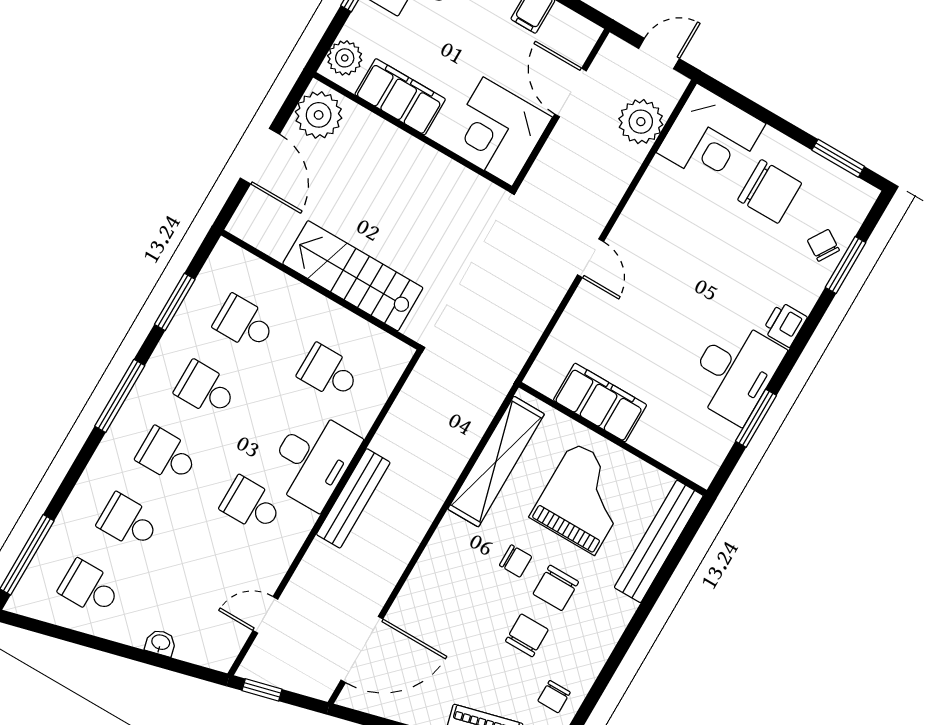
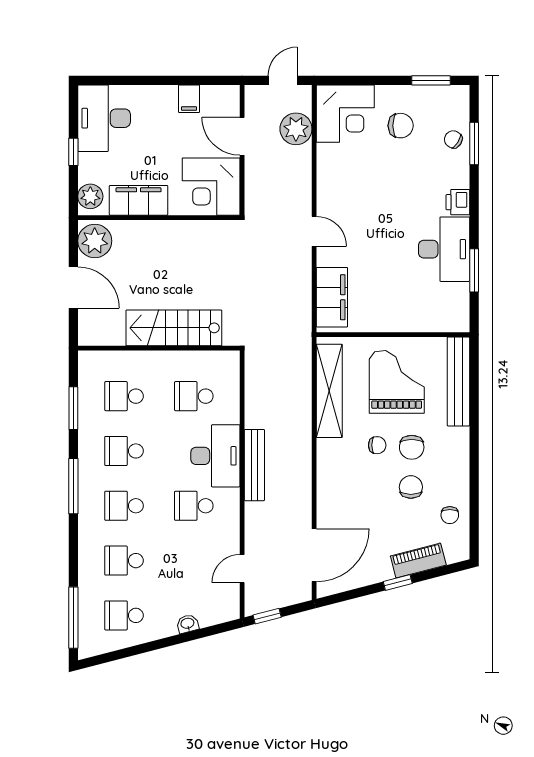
chair: (770, 191) -> (401, 126), width x0.73, depth x0.73
filing cabinet: (600, 403) -> (332, 297), moved, turned 90

